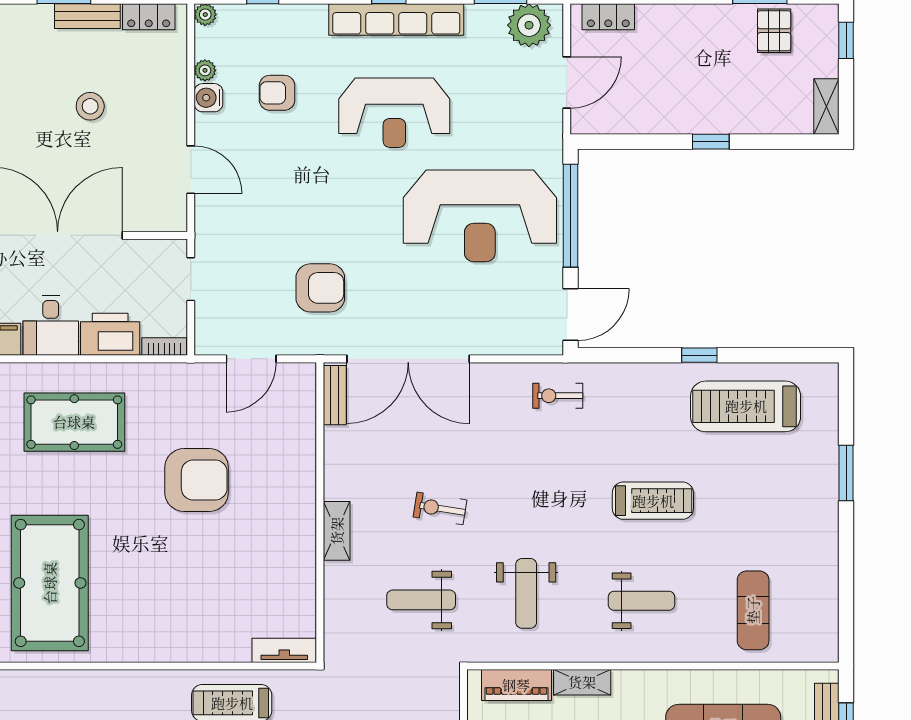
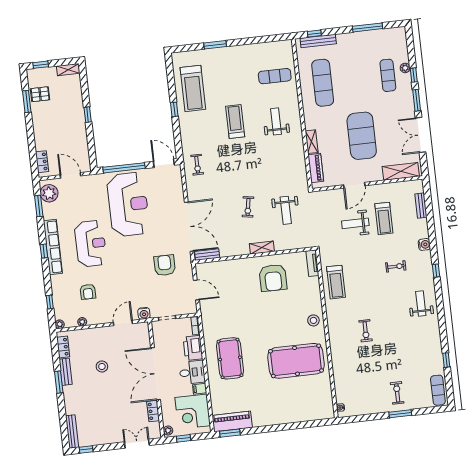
water cooler: (208, 98) -> (144, 313), moved
armchair: (197, 480) -> (273, 278), moved, turned 180
weight bench: (526, 593) -> (278, 168), removed
stool: (144, 637) -> (313, 320), added

